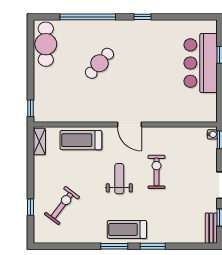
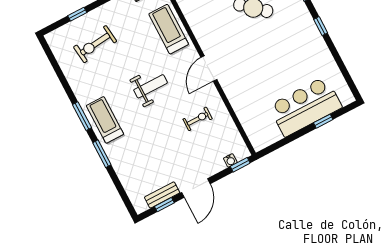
water cooler: (212, 134) -> (230, 160), moved
exercise bike: (156, 172) -> (198, 119), moved, width x0.73, depth x0.72
exercise bike: (62, 205) -> (95, 44), turned 137
bench: (211, 228) -> (162, 195), moved

